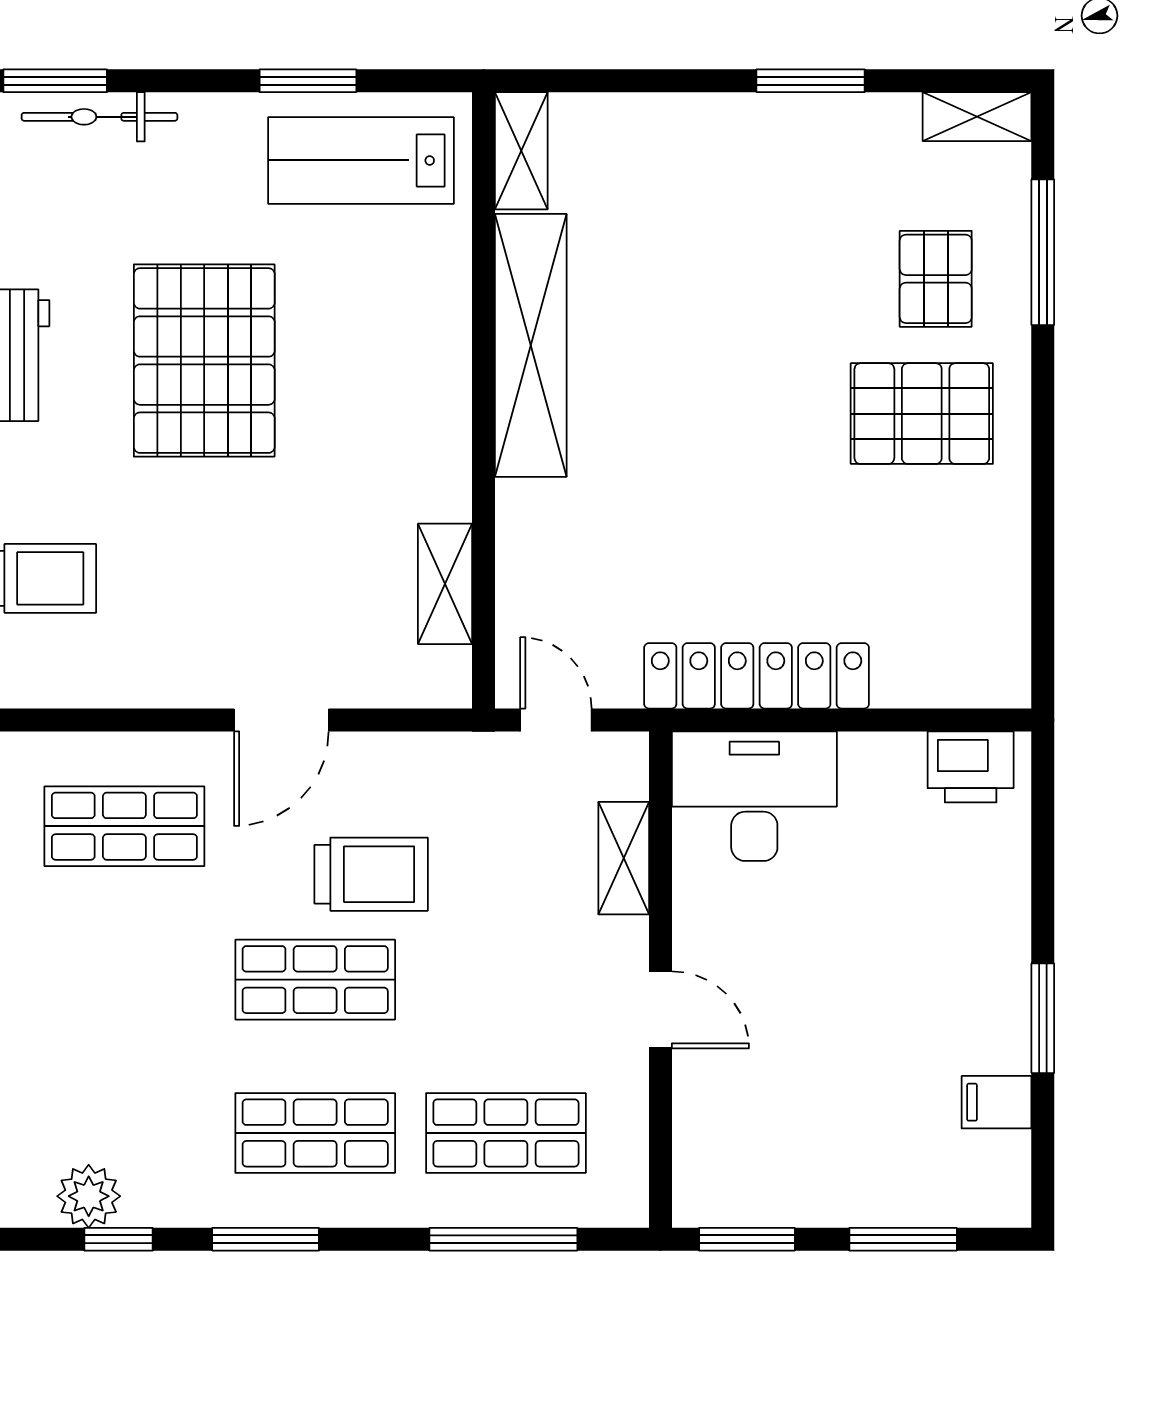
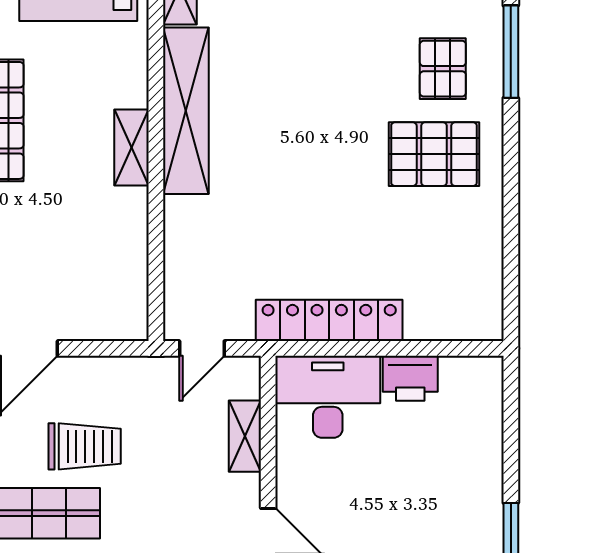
shelving: (445, 584) -> (132, 148), moved
door: (556, 720) -> (202, 348), swing flipped
printer: (971, 767) -> (410, 378), moved

